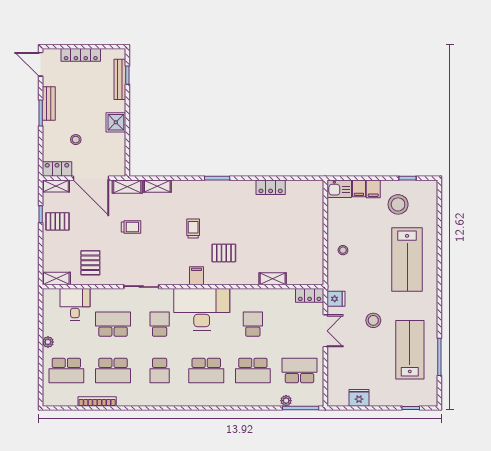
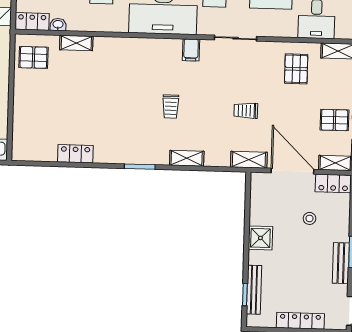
shelving: (157, 186) -> (187, 158), moved
pallet: (224, 253) -> (34, 57), moved
filing cabinet: (197, 276) -> (191, 50), moved
washbasin: (288, 293) -> (58, 25), added

